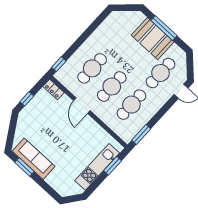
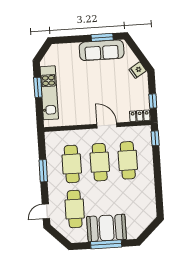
window: (27, 99) -> (153, 101), moved
fridge: (23, 121) -> (138, 70), added
window: (141, 135) -> (43, 171), moved
window: (113, 166) -> (38, 87), moved

